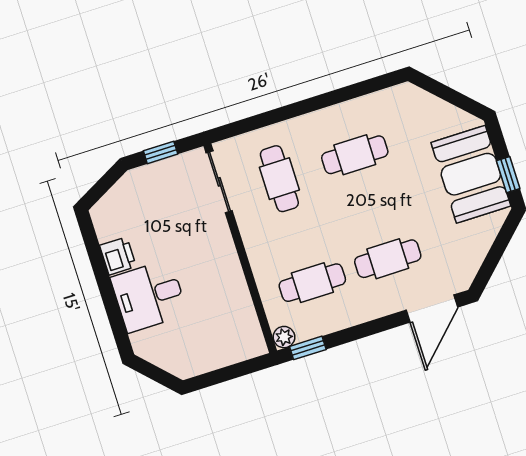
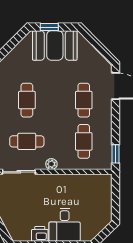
window: (508, 175) -> (49, 27), moved
plant: (284, 337) -> (51, 164), moved

